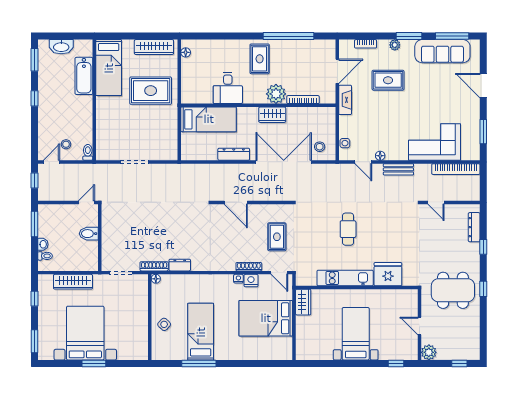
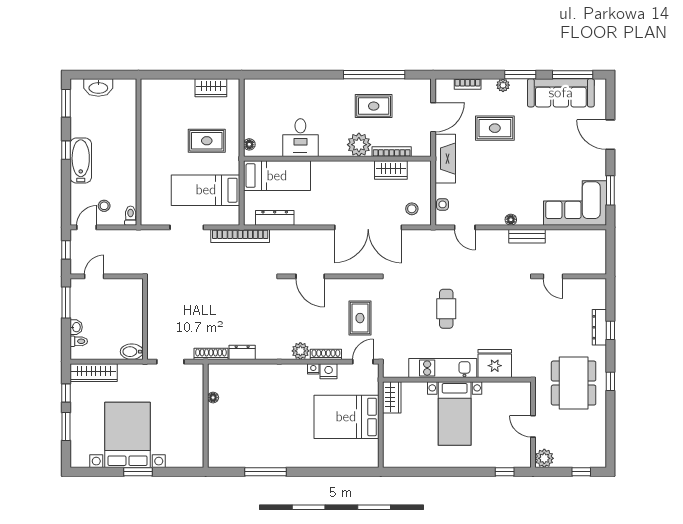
wardrobe: (154, 47) -> (211, 88), width x0.67
floor lamp: (186, 52) -> (249, 144), moved
rug: (260, 59) -> (374, 106), moved, turned 90
bed: (109, 68) -> (206, 190), moved, turned 90
bathtub: (84, 76) -> (81, 161), moved, turned 180
rug: (151, 91) -> (207, 141), width x0.73, depth x0.70
fireplace: (345, 100) -> (445, 159), width x1.37, depth x1.32
wardrobe: (272, 115) -> (391, 170), moved
corner sofa: (435, 142) -> (575, 203), moved
dresser: (234, 154) -> (275, 218), moved
floor lamp: (380, 156) -> (511, 220), moved
double door: (284, 162) -> (368, 227), swing flipped
bench: (398, 169) -> (527, 236), moved
bookcase: (456, 169) -> (240, 236), moved
door: (86, 202) -> (94, 276), moved
dresser: (474, 227) -> (599, 327), moved
bidet: (89, 234) -> (132, 352), moved
plant: (228, 264) -> (300, 351), added
door: (279, 273) -> (363, 362), swing flipped
floor lamp: (156, 279) -> (213, 398), moved
wardrobe: (73, 282) -> (94, 373), moved
dining table: (453, 290) -> (574, 383), turned 90
side table: (164, 324) -> (223, 424), removed
bed: (201, 332) -> (267, 433), removed
bed with nightstands: (356, 334) -> (455, 413), moved, turned 180
window: (35, 341) -> (66, 427), moved

